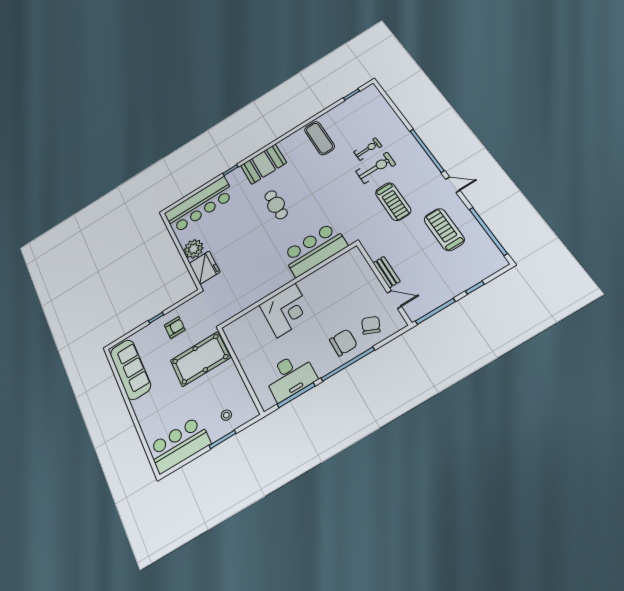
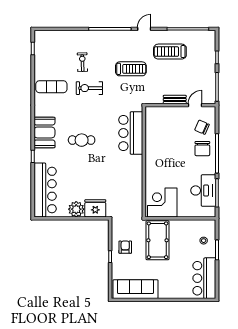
exercise bike: (376, 168) -> (89, 88), moved, turned -90
corner desk: (286, 310) -> (162, 202), moved, turned -90
chair: (343, 342) -> (202, 149), turned 180

